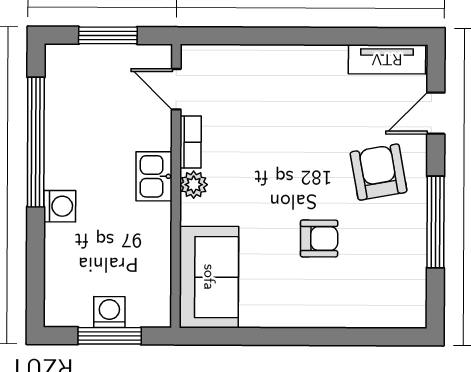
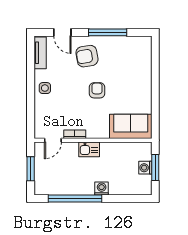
side table: (302, 70) -> (45, 88), added
plant: (194, 185) -> (92, 133), removed
armchair: (319, 238) -> (97, 90), moved

